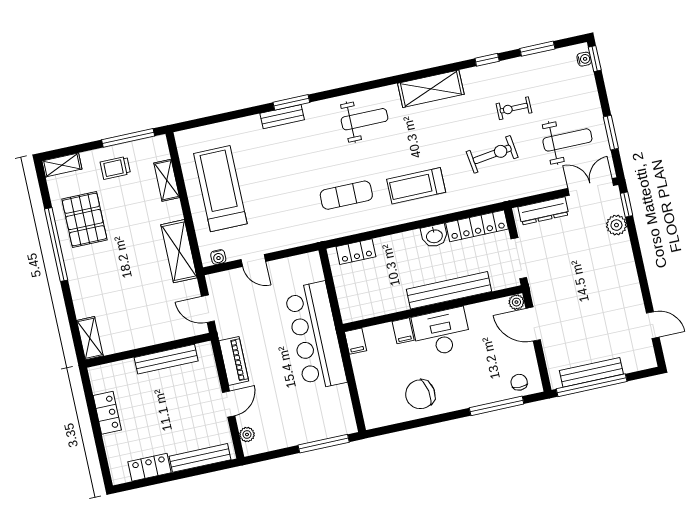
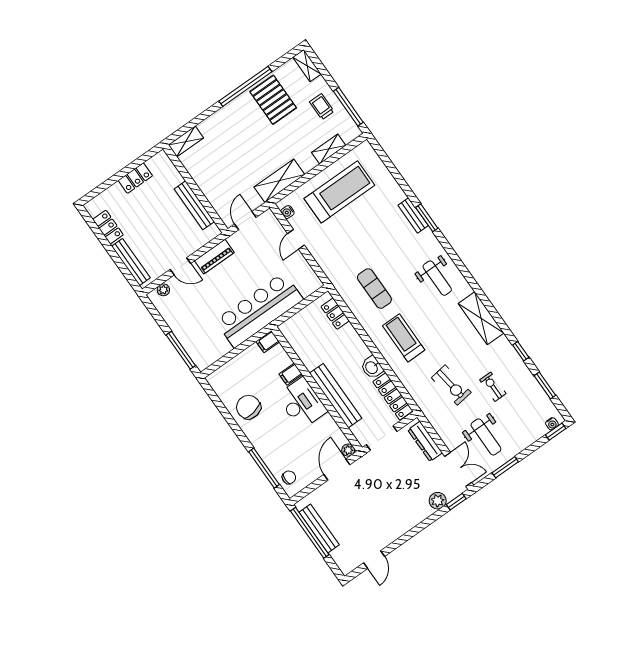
pallet: (84, 220) -> (273, 100), turned 90

